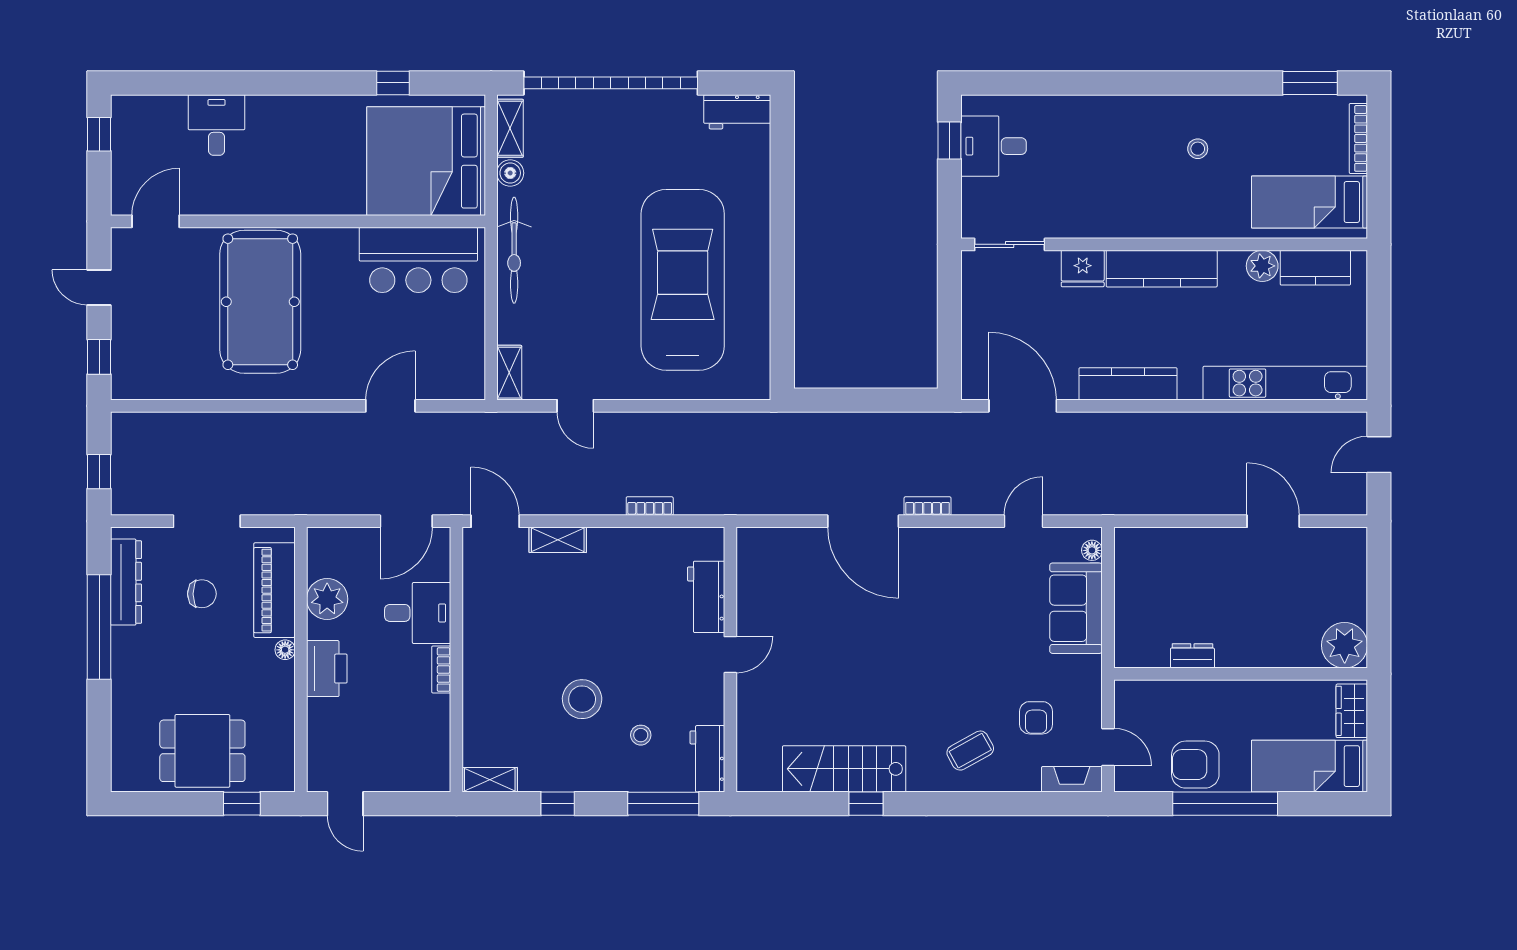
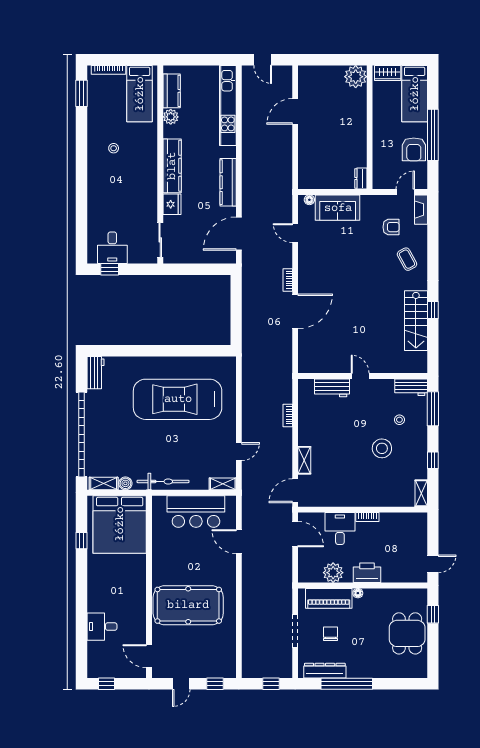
bar counter: (418, 260) -> (196, 511), moved, turned 90
dresser: (1192, 656) -> (361, 178), moved

